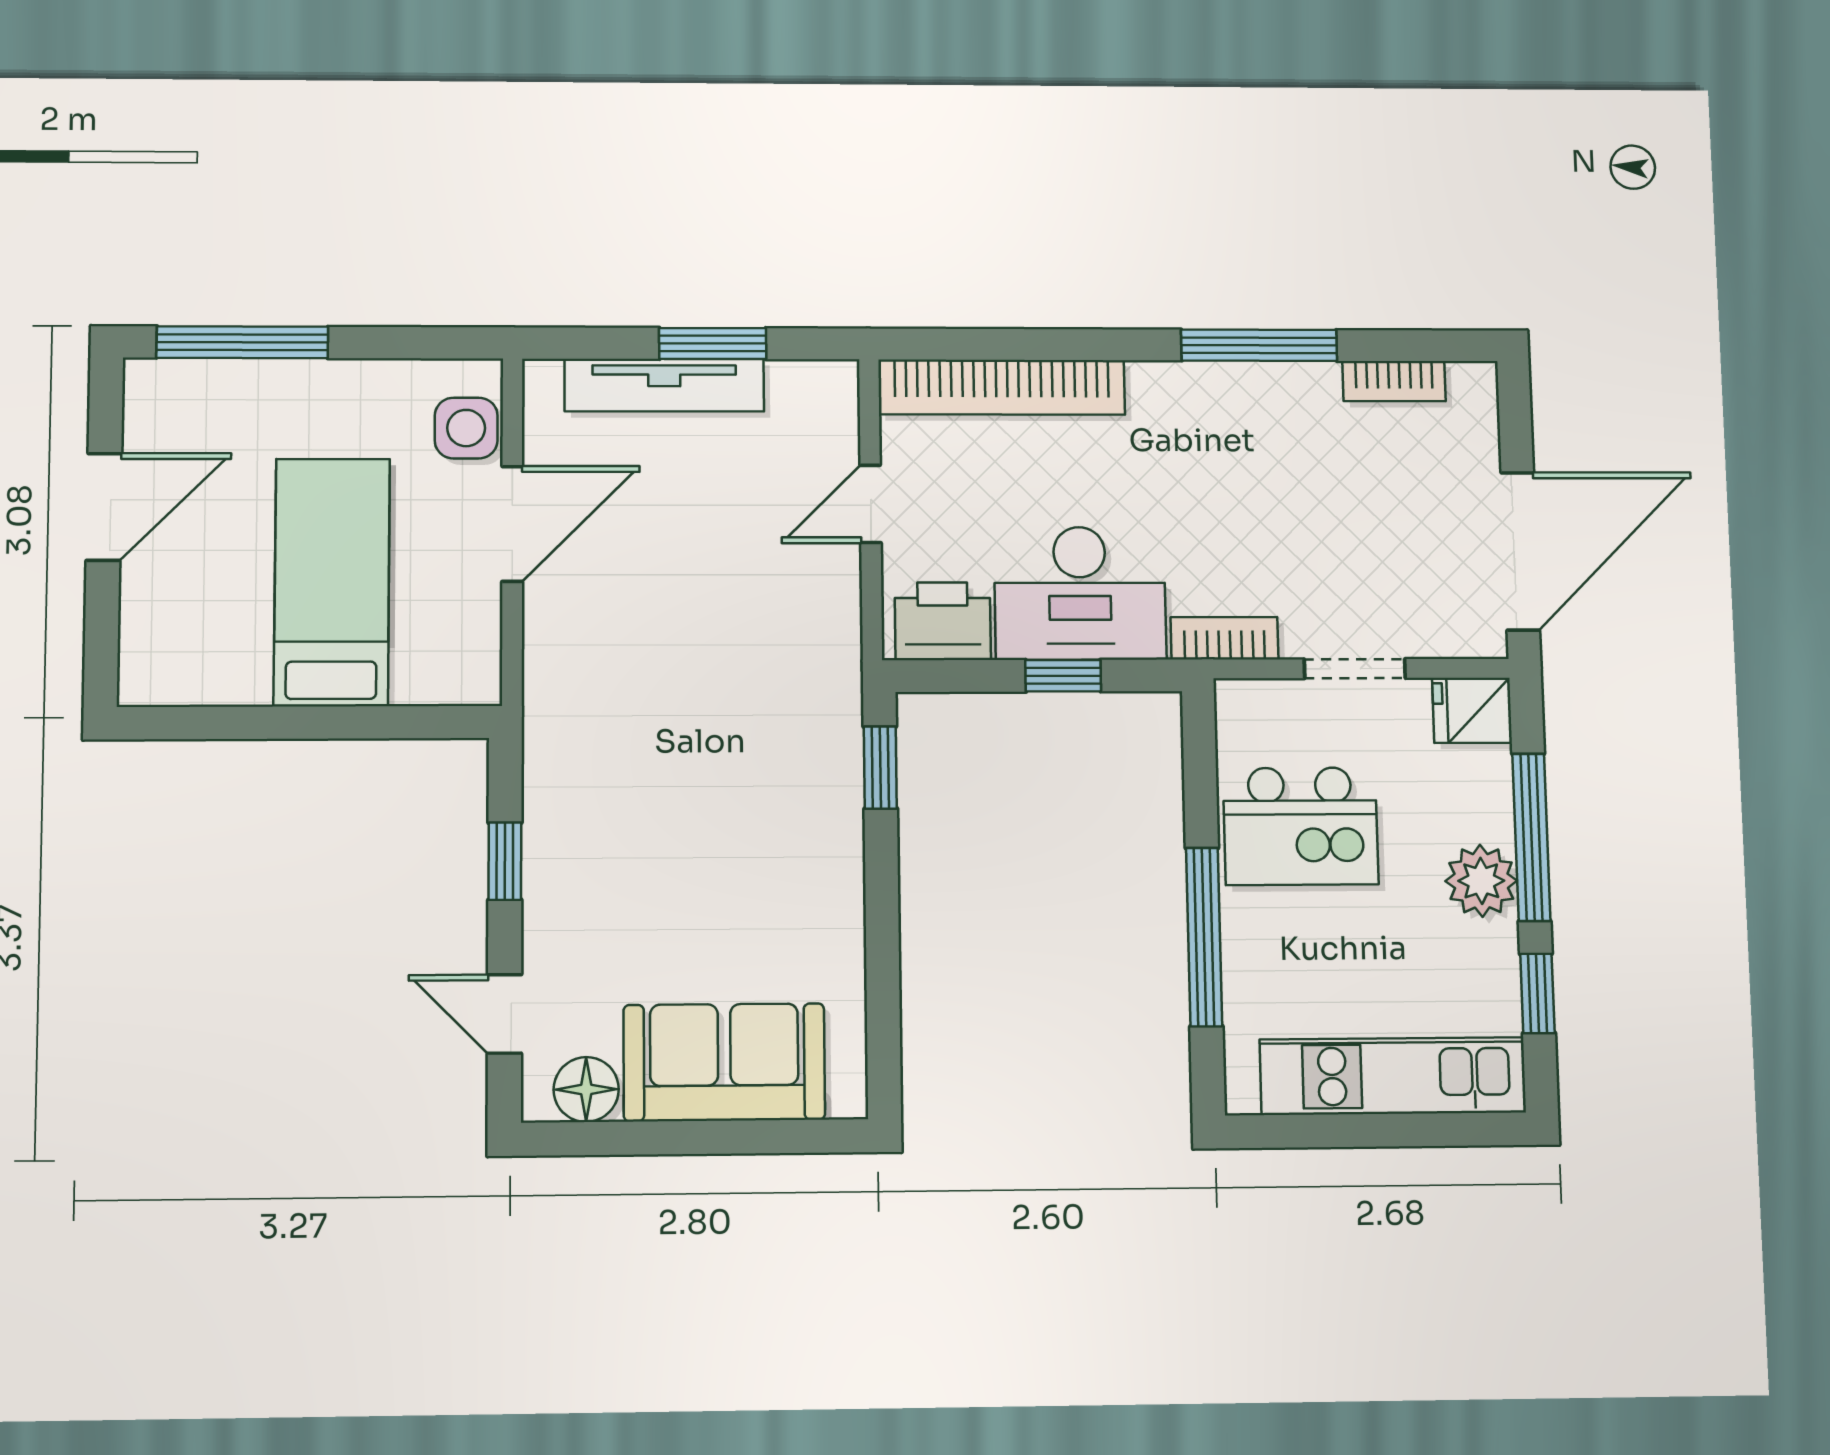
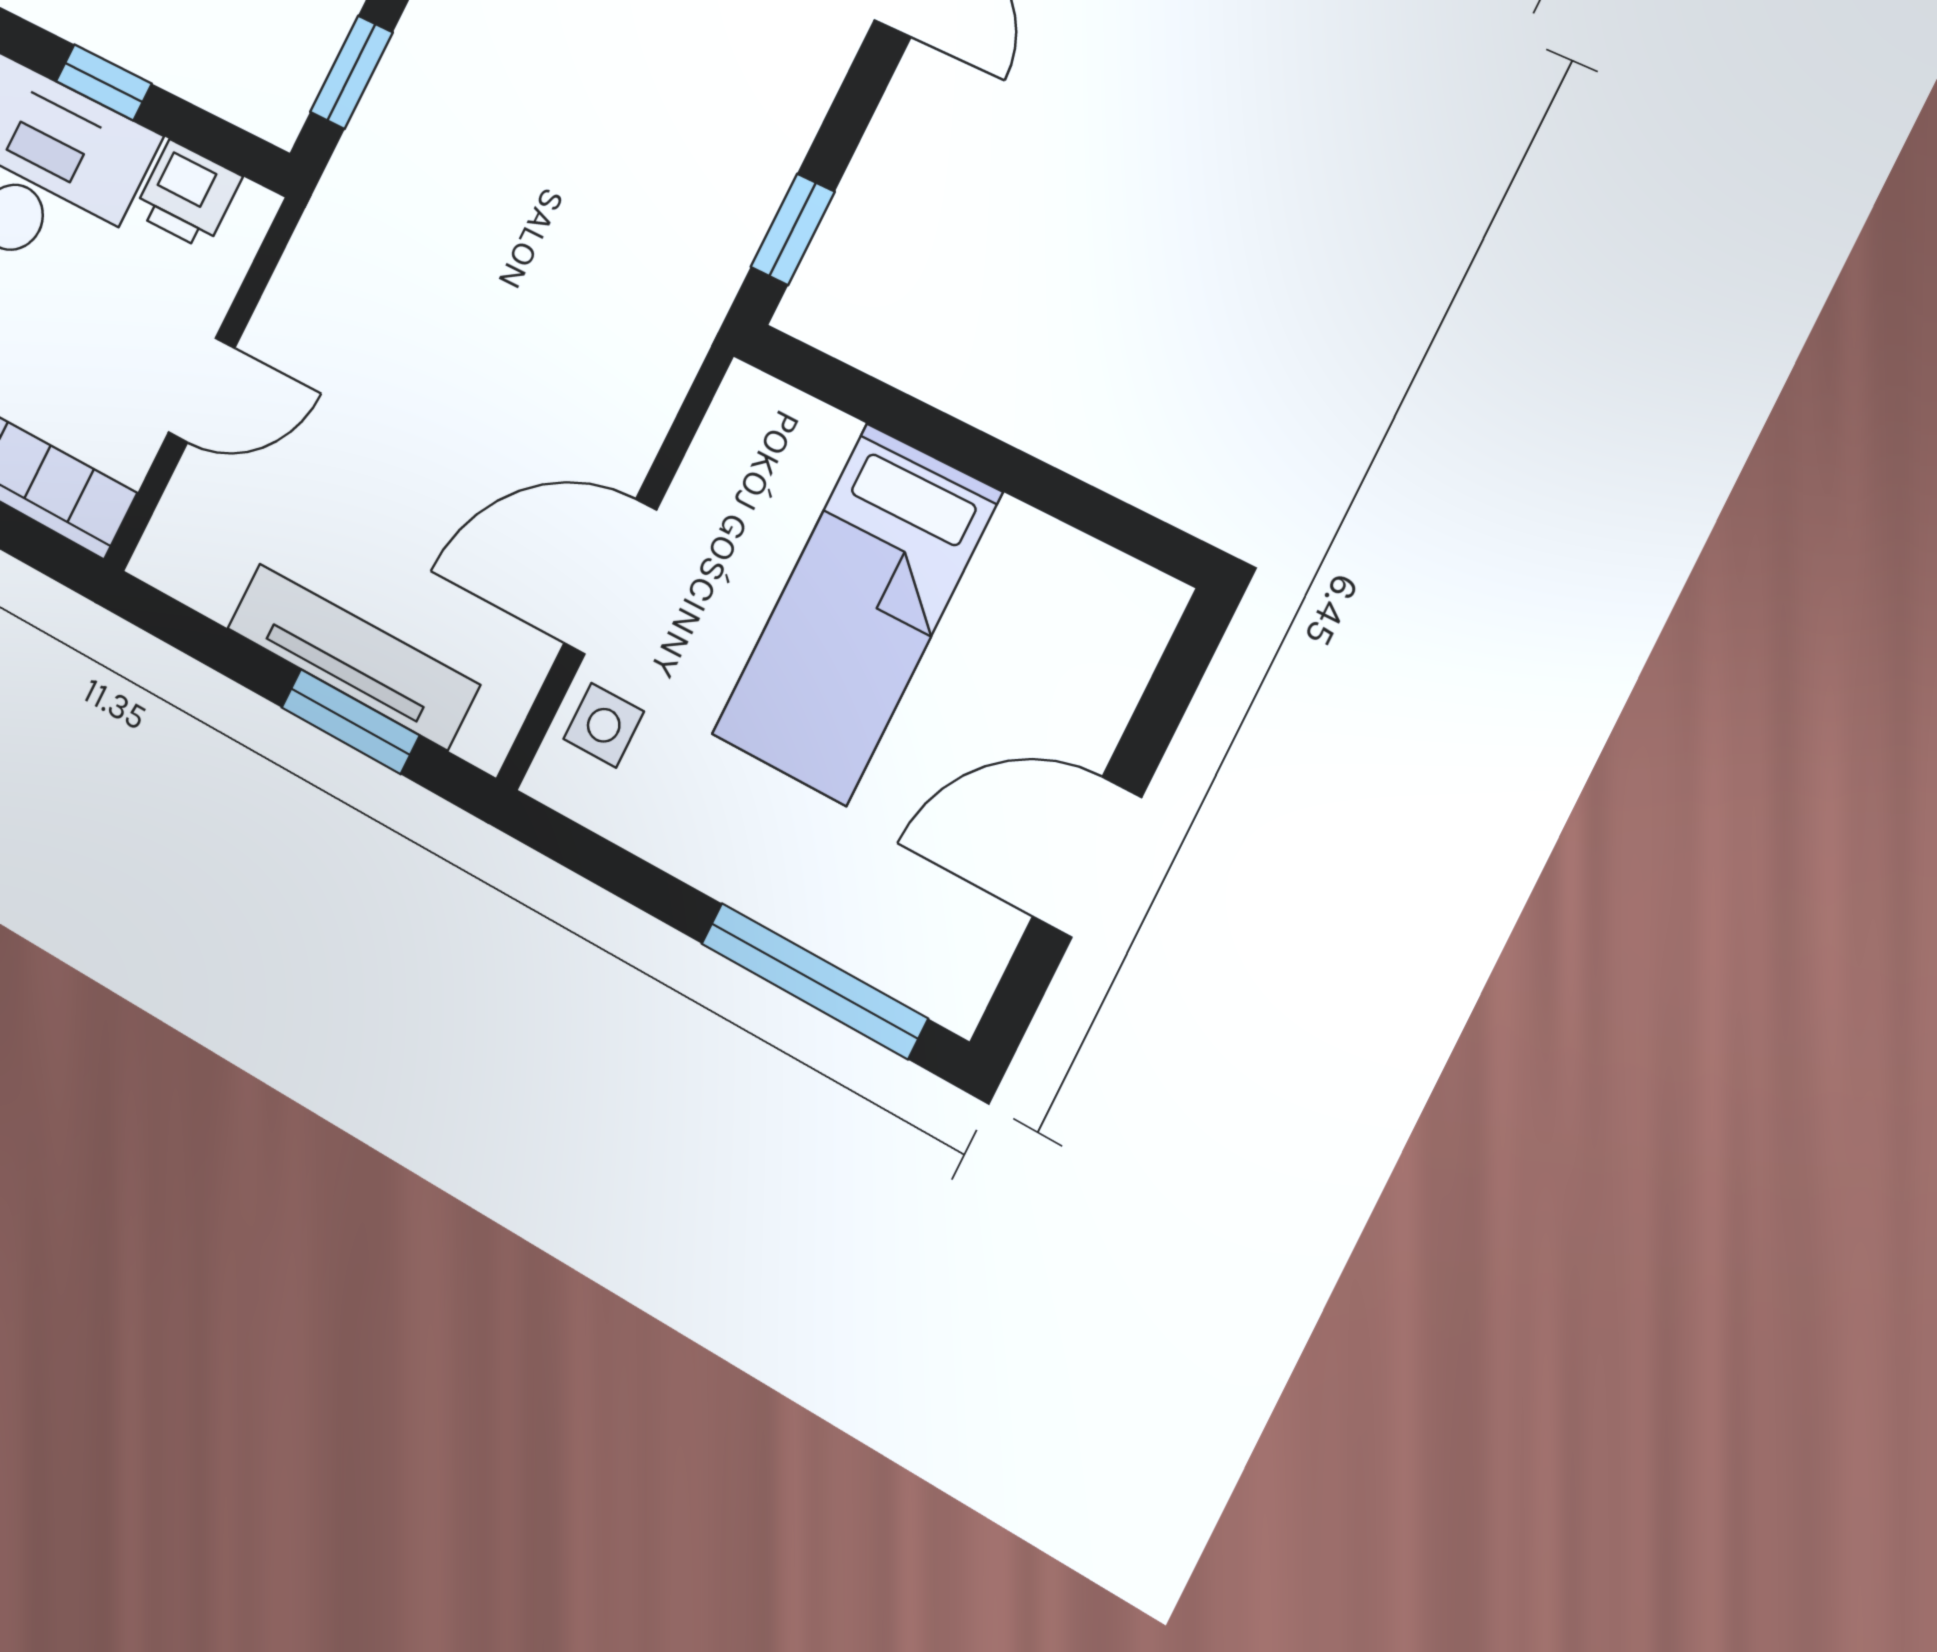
window: (713, 344) -> (350, 721), moved
side table: (466, 428) -> (604, 725), width x0.73, depth x0.73
printer: (943, 621) -> (188, 195), width x0.73, depth x0.81
window: (505, 861) -> (793, 229), moved

